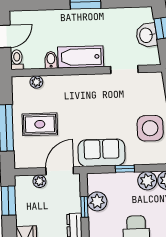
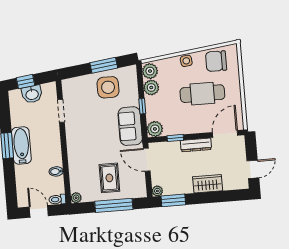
bathtub: (81, 57) -> (21, 145), moved, turned 180
plant: (36, 82) -> (76, 198), moved
plant: (39, 181) -> (157, 191), moved
plant: (97, 201) -> (155, 129), moved

